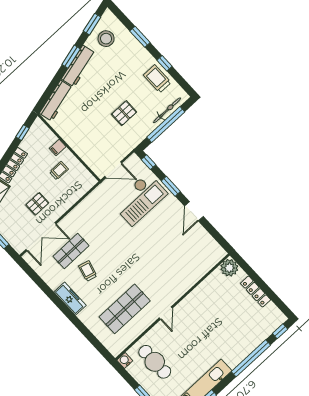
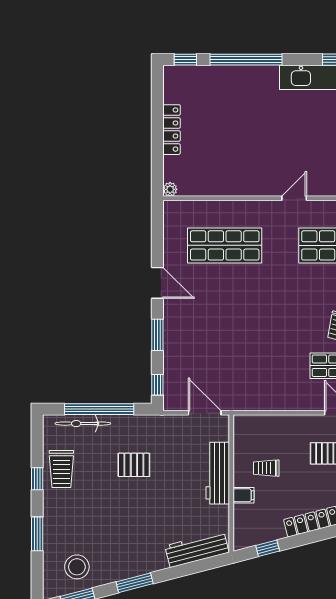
workbench: (78, 66) -> (218, 473), moved, turned -75
checkout: (140, 199) -> (205, 353), removed
door: (194, 211) -> (157, 283), hinge flipped
shop shelf: (178, 259) -> (225, 245), added
plant: (229, 268) -> (170, 189), width x0.53, depth x0.53

